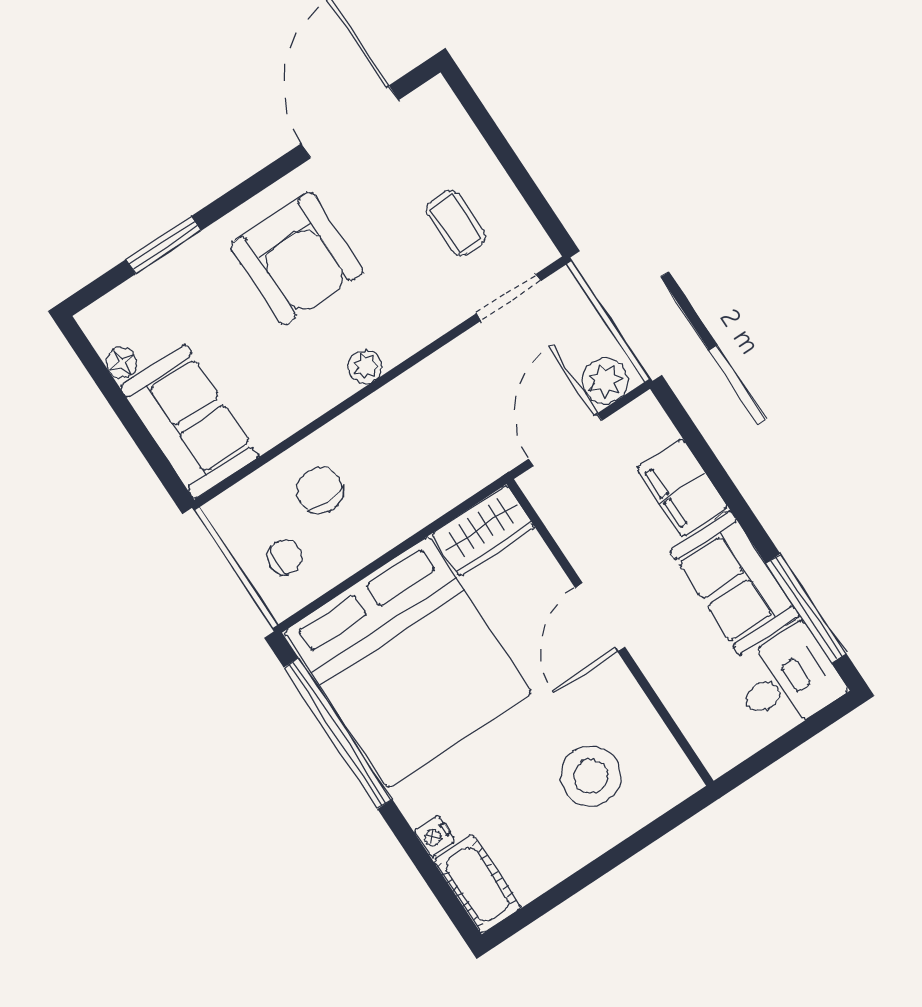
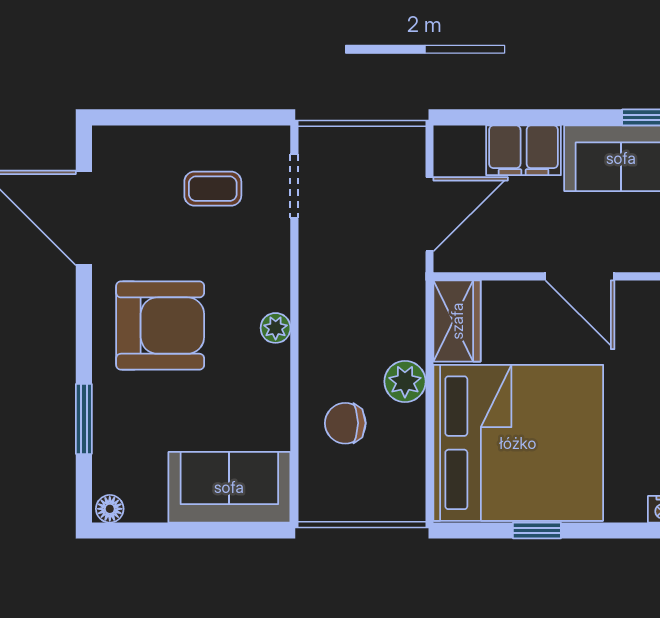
floor lamp: (122, 363) -> (110, 509), moved
plant: (605, 381) -> (405, 381), moved
door: (565, 440) -> (429, 214), swing flipped
chair: (285, 557) -> (378, 483), removed
window: (338, 733) -> (537, 531), width x0.32

